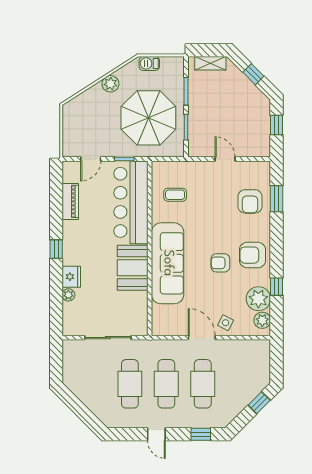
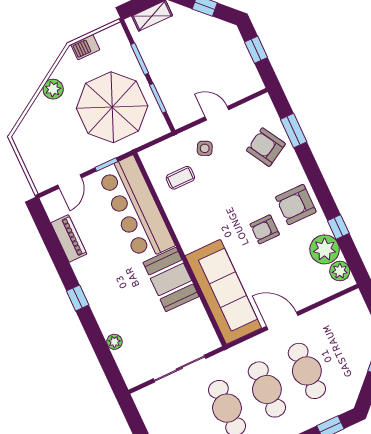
armchair: (250, 201) -> (266, 147), turned 150
sofa: (168, 263) -> (223, 292), moved
fridge: (71, 277) -> (108, 320), removed
side table: (226, 323) -> (205, 148), moved

